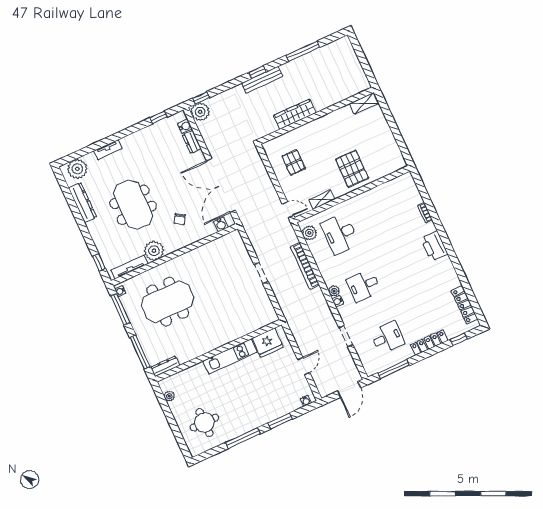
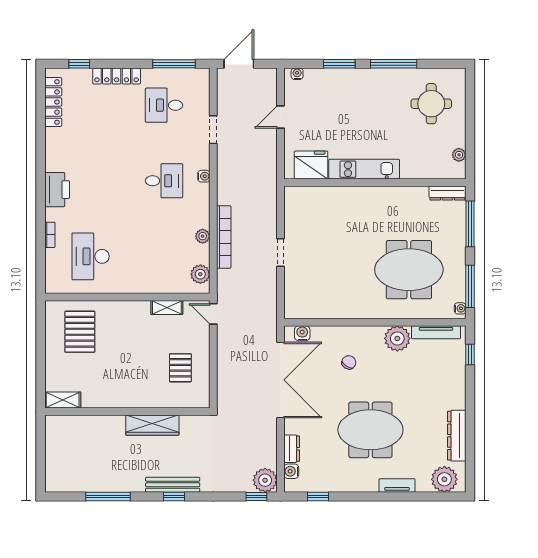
pallet: (352, 169) -> (80, 332), moved
meeting table: (133, 205) -> (370, 430), moved, turned 90
desk: (340, 234) -> (91, 256), moved, turned 180
plant: (334, 291) -> (203, 236), moved

